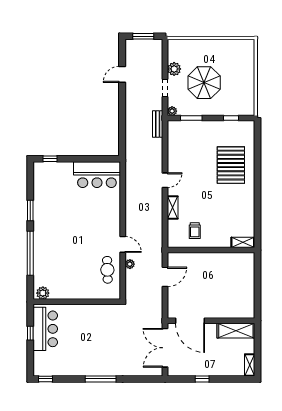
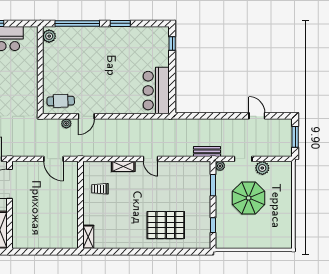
plant: (43, 293) -> (49, 36), moved
wall: (77, 302) -> (40, 70), moved

